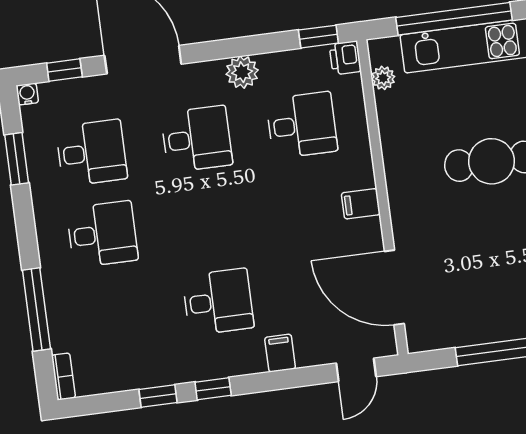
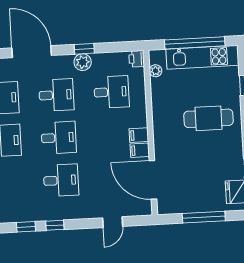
window: (318, 37) -> (84, 49), moved
desk: (207, 220) -> (59, 138), added
filing cabinet: (280, 353) -> (140, 150), moved, turned -90
door: (356, 370) -> (113, 222), moved

